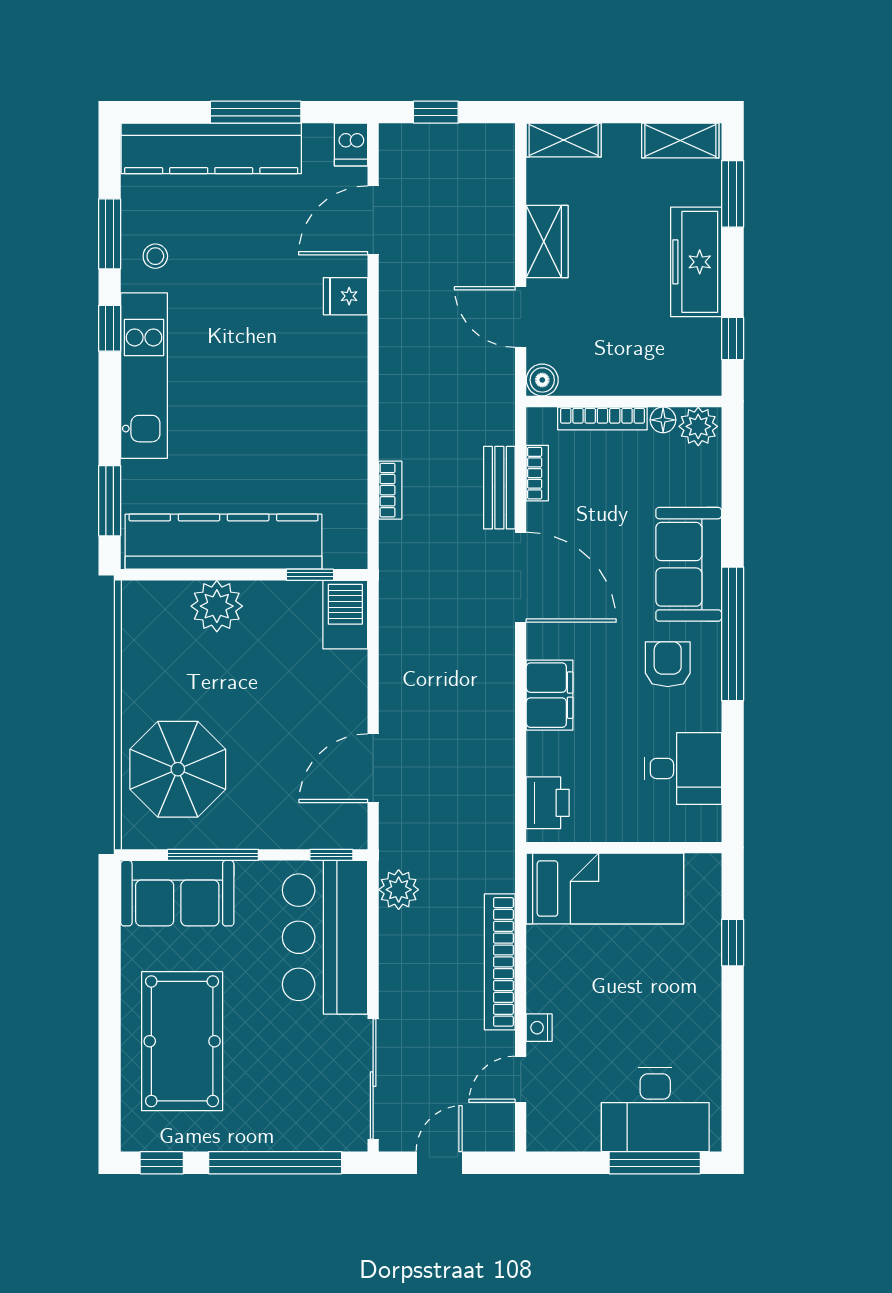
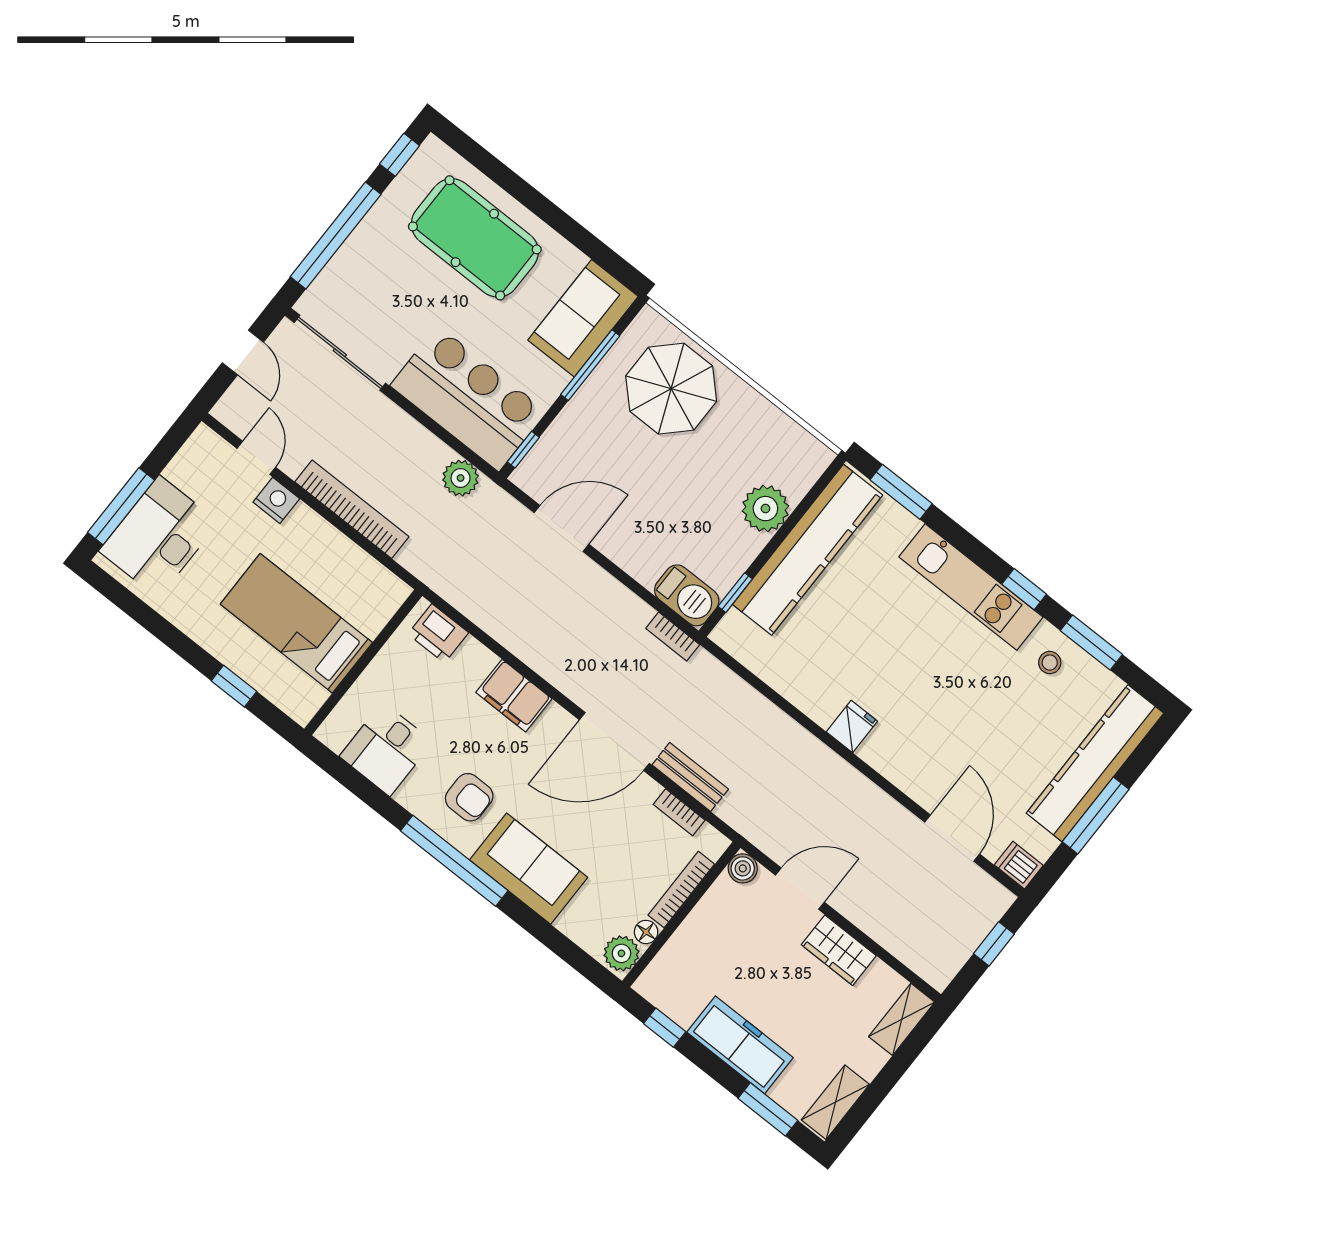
fridge: (345, 296) -> (852, 727), moved
bookcase: (390, 490) -> (673, 636), moved
door: (373, 768) -> (561, 528), hinge flipped
bed: (605, 889) -> (296, 623), moved, turned 90
nightstand: (539, 1028) -> (276, 500), width x1.39, depth x1.35

